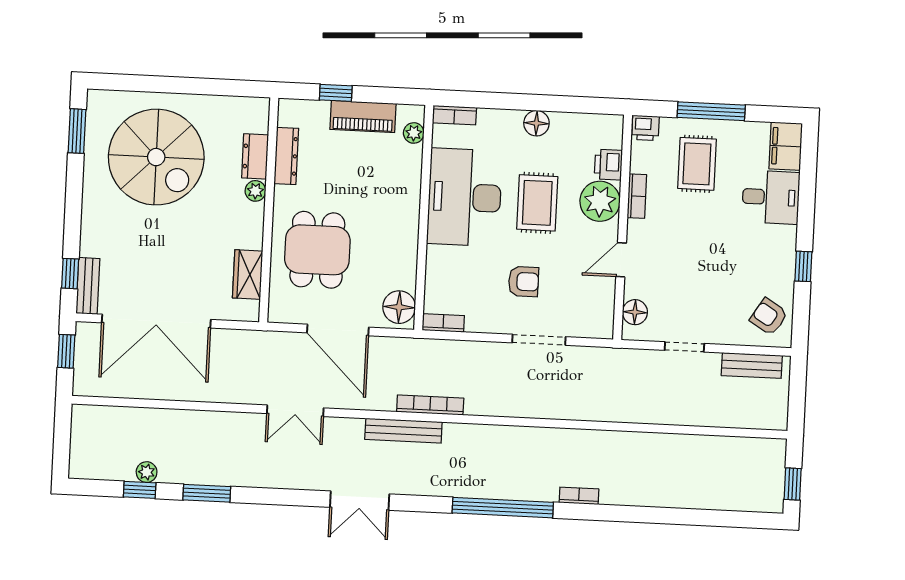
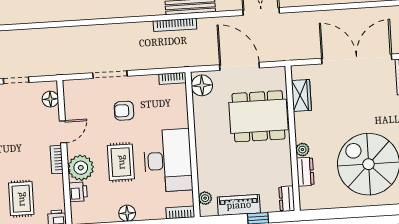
dresser: (286, 156) -> (287, 199), moved, width x0.70
bookcase: (637, 196) -> (57, 160), moved
dining table: (317, 250) -> (258, 116), width x1.38

